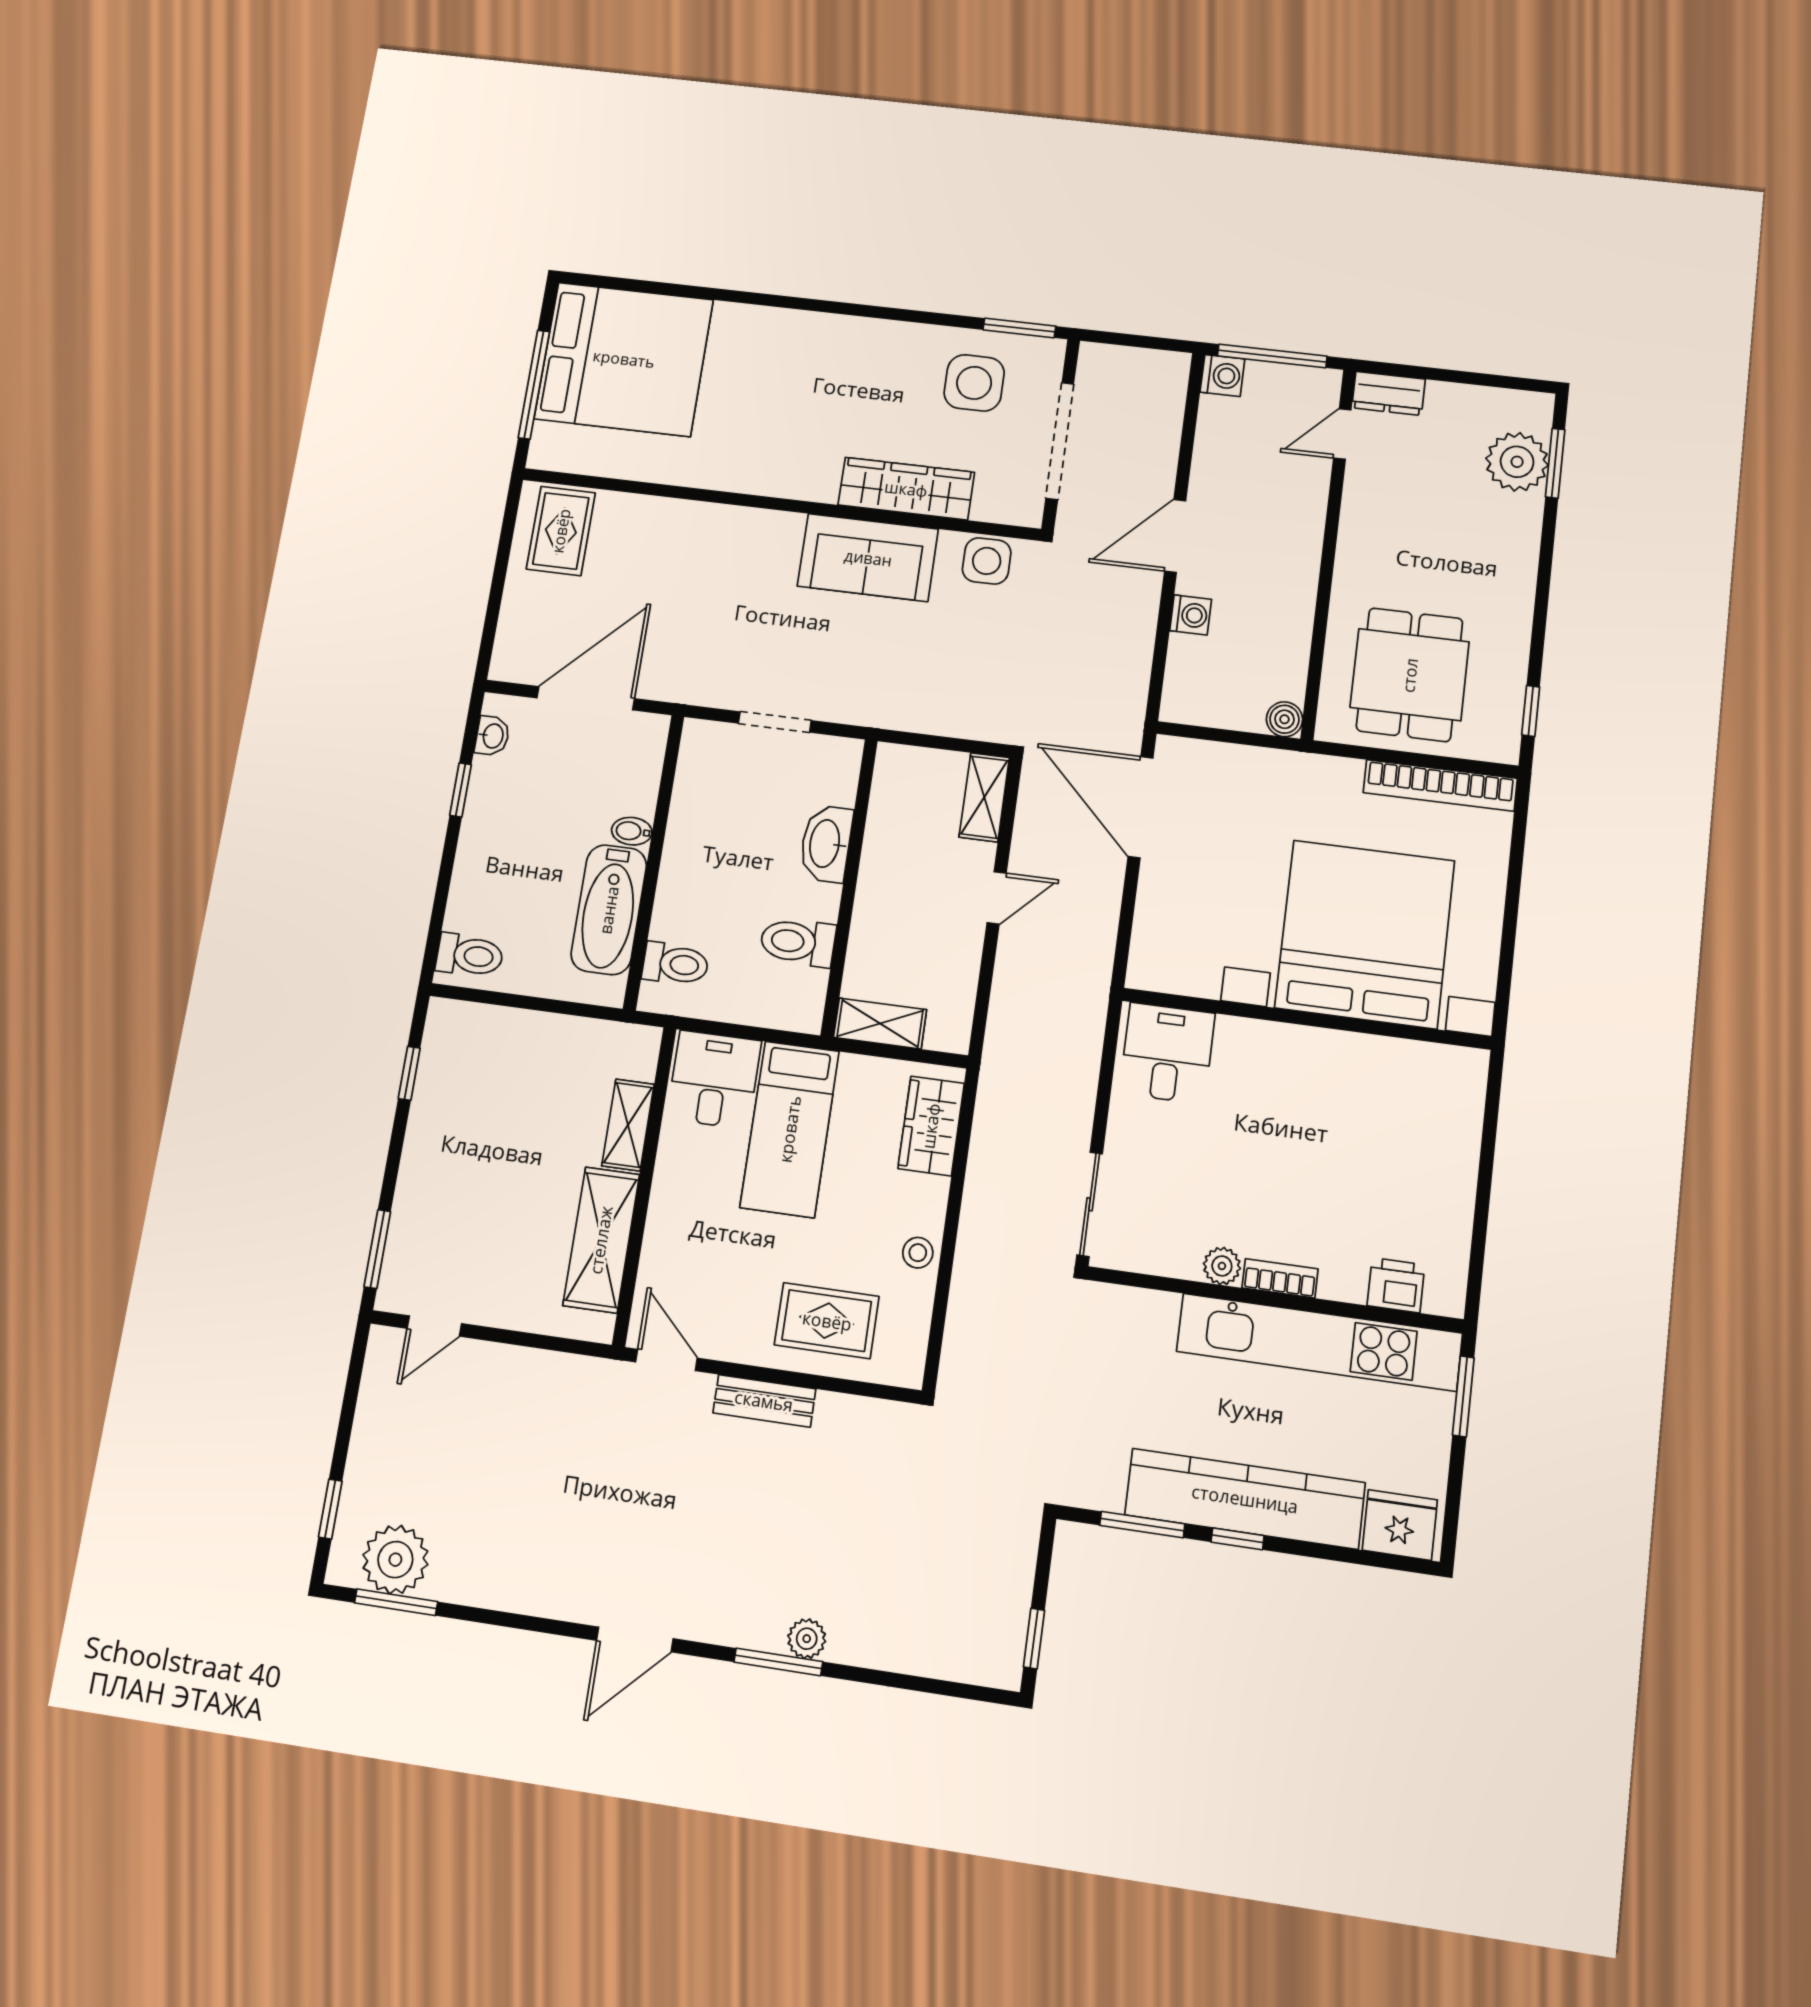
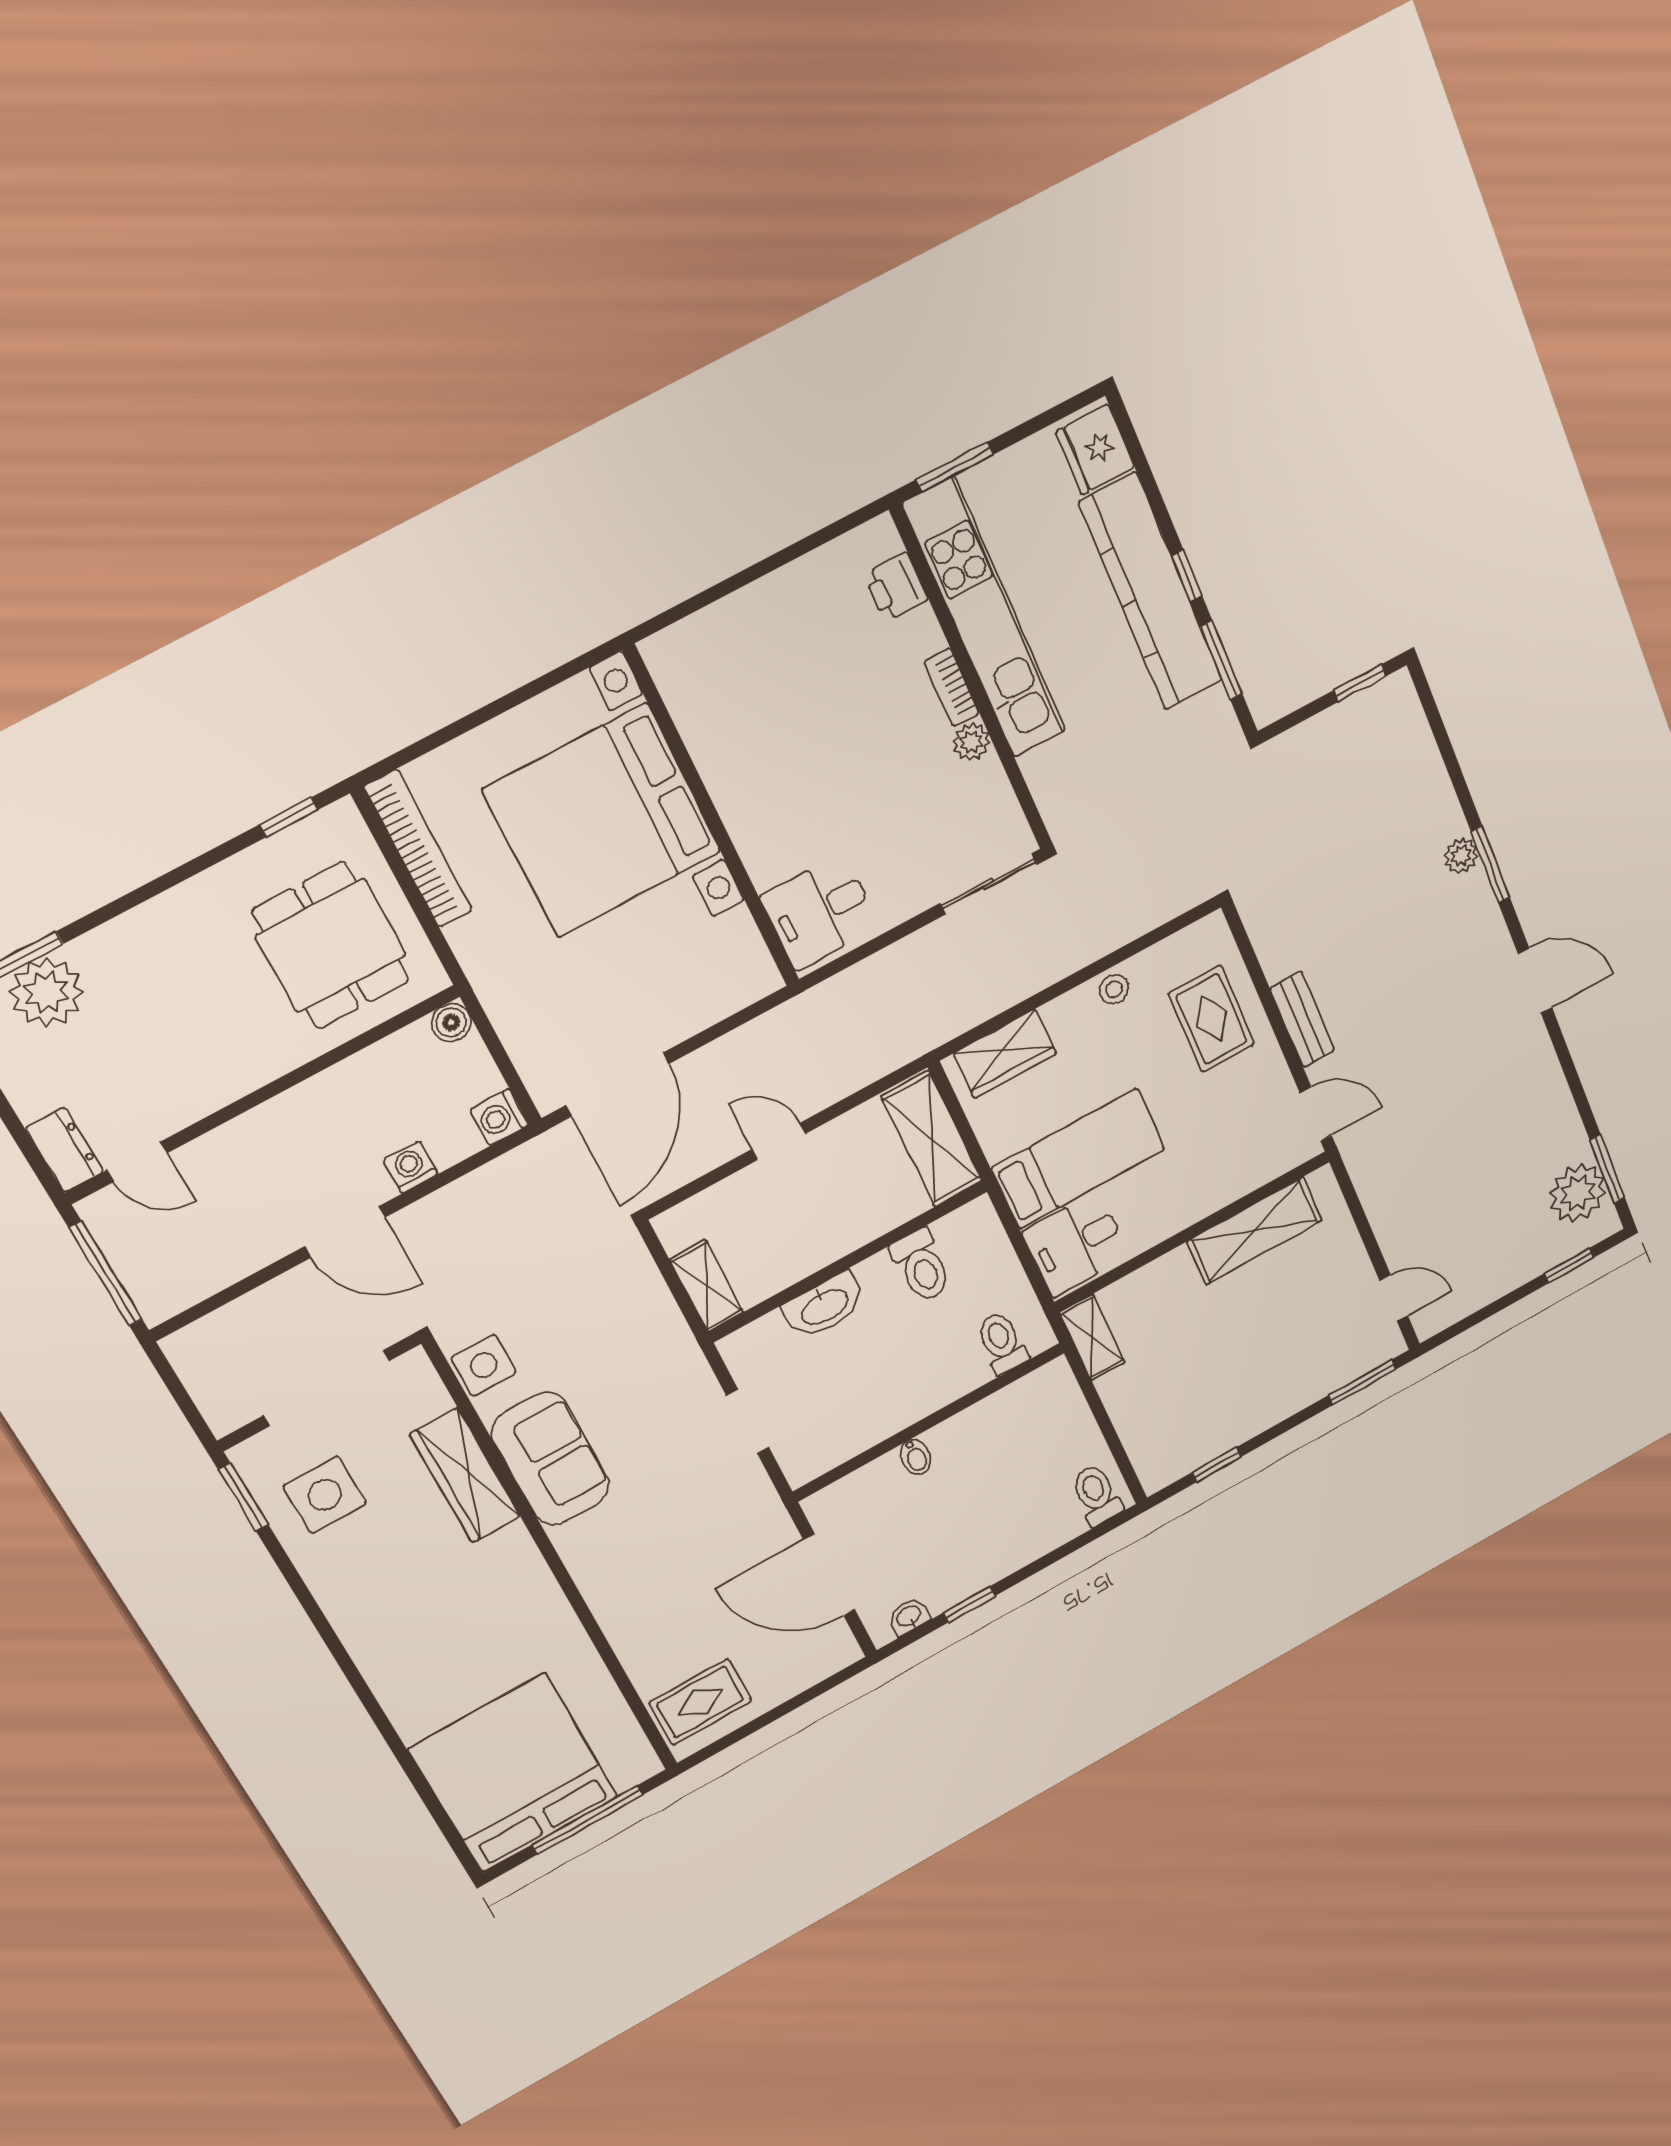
washing machine: (1222, 376) -> (499, 1117), moved, turned -90
dining table: (1410, 675) -> (331, 946), turned 90
shelving: (984, 797) -> (707, 1286), moved, turned 90
bathtub: (609, 910) -> (991, 1424), removed
shelving: (880, 1023) -> (932, 1139), width x1.50, depth x1.33
shelving: (628, 1125) -> (1092, 1337), moved, turned 90
door: (666, 1360) -> (1316, 1114), swing flipped

